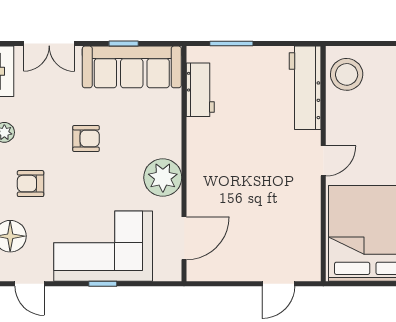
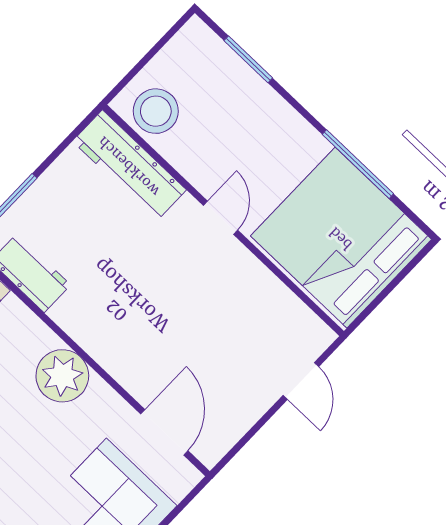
plant: (163, 178) -> (62, 376), moved

